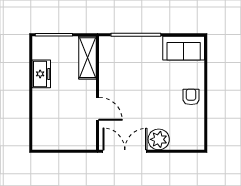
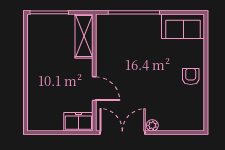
freezer: (41, 74) -> (78, 122), moved, turned -90
plant: (159, 139) -> (152, 125), width x0.53, depth x0.53

